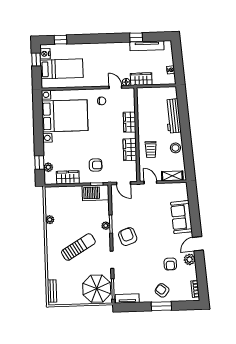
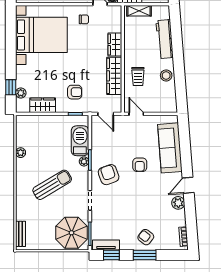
wardrobe: (130, 150) -> (114, 76), width x1.50
shelving: (172, 176) -> (139, 11), moved
barbecue: (96, 193) -> (80, 141), moved, turned 90
sofa: (181, 217) -> (170, 148), width x1.36
armchair: (170, 264) -> (140, 165), moved
window: (132, 307) -> (111, 255), added

